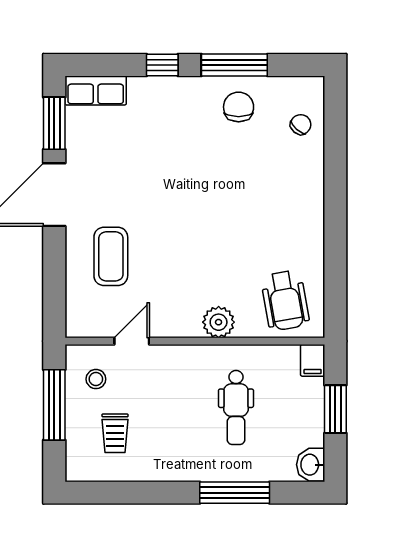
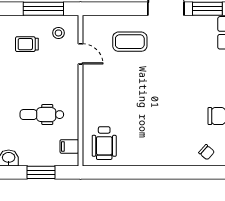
wheelchair: (285, 300) -> (104, 143), turned -80
plant: (219, 322) -> (92, 104), removed
filing cabinet: (313, 360) -> (69, 146), moved

